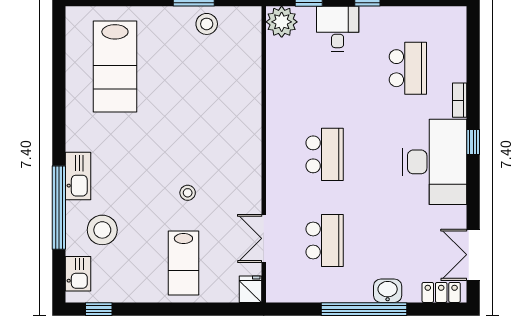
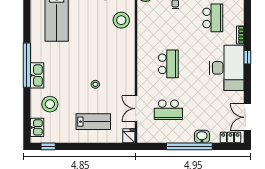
stool: (236, 72) -> (121, 20), added
window: (59, 208) -> (27, 65), moved
school desk: (325, 240) -> (168, 110), turned 90
lab bench: (183, 263) -> (93, 122), turned -90

